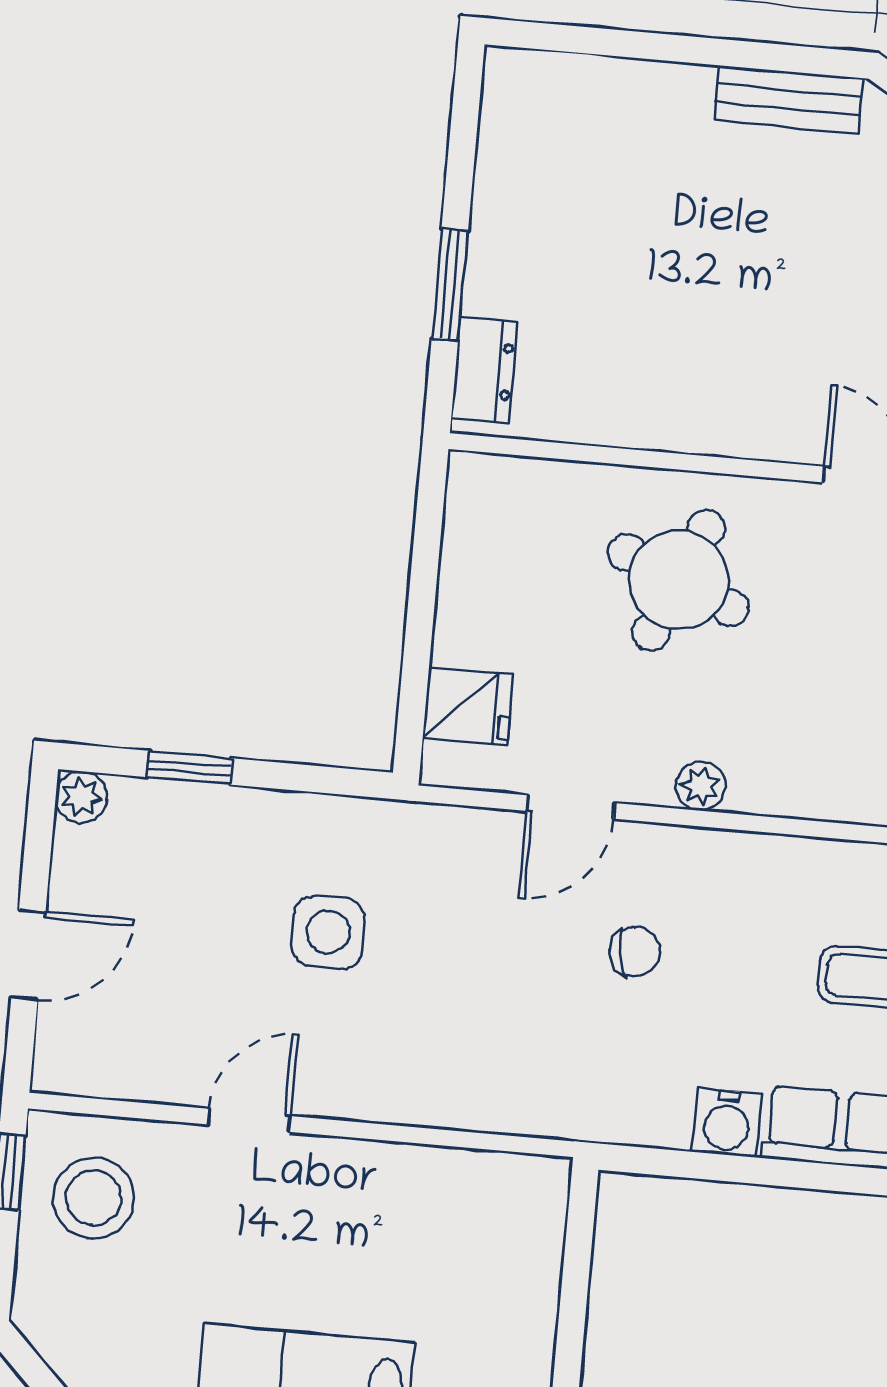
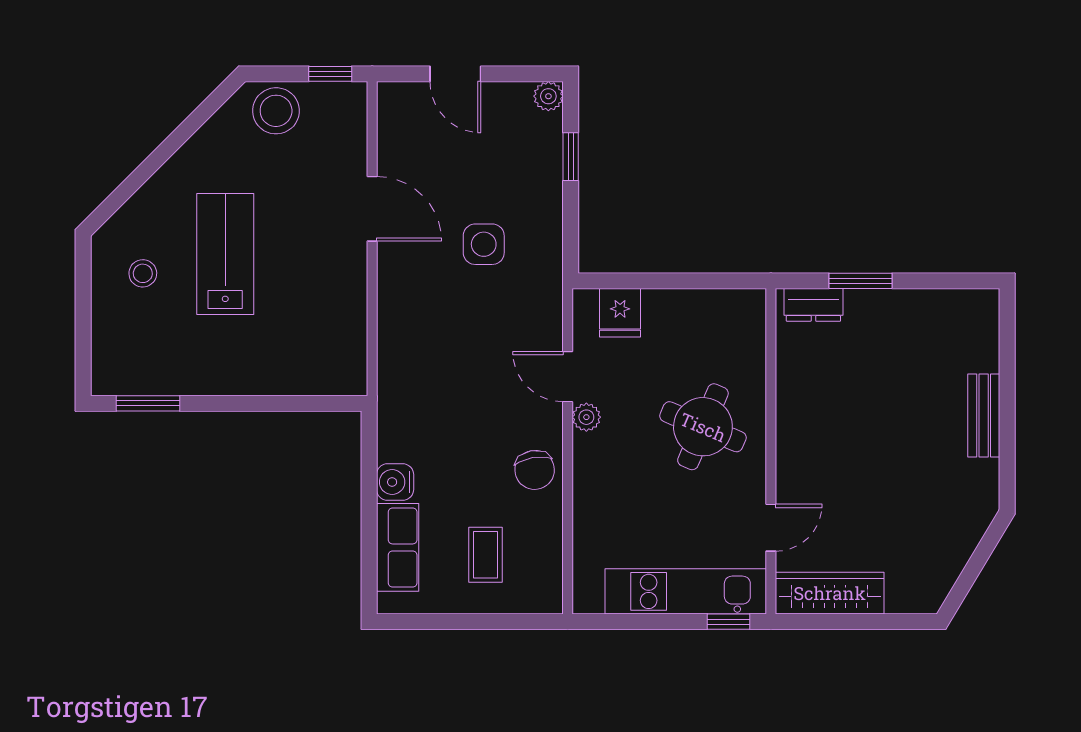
bench: (788, 99) -> (984, 415), moved
plant: (700, 786) -> (586, 417), moved
chair: (635, 952) -> (535, 470), moved, width x1.37, depth x1.37
door: (249, 1120) -> (372, 209), width x1.38
stool: (94, 1198) -> (276, 111), moved

